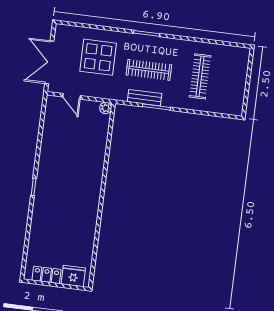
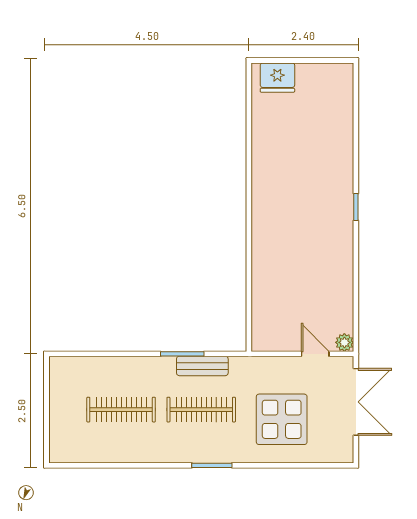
clothes rail: (200, 76) -> (121, 410), turned 90
plant: (106, 108) -> (344, 342), moved
locker: (47, 275) -> (319, 74), removed

